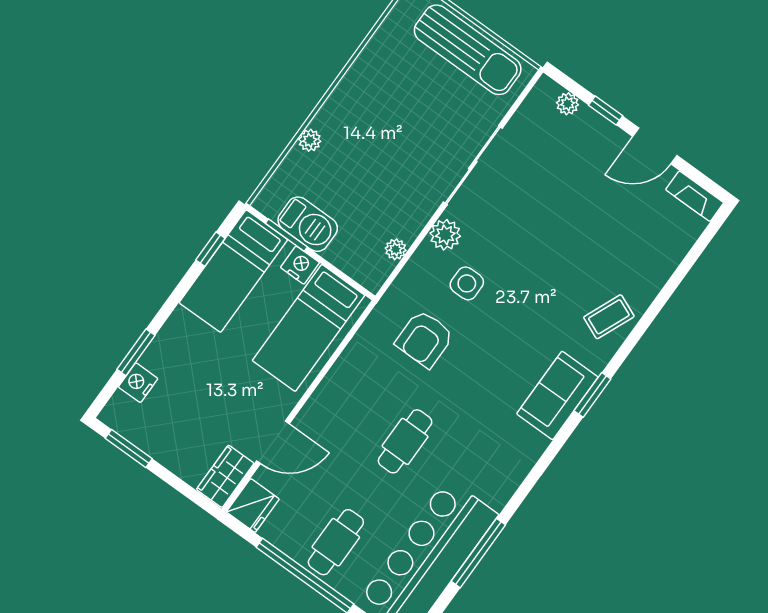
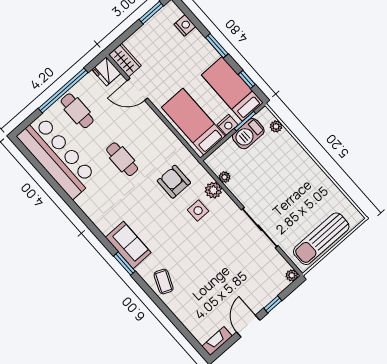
plant: (568, 104) -> (292, 275), moved
plant: (310, 140) -> (276, 126), moved
plant: (445, 235) -> (213, 190), moved
window: (136, 352) -> (217, 46), moved
door: (273, 442) -> (137, 89), hinge flipped
window: (478, 553) -> (54, 185), removed

